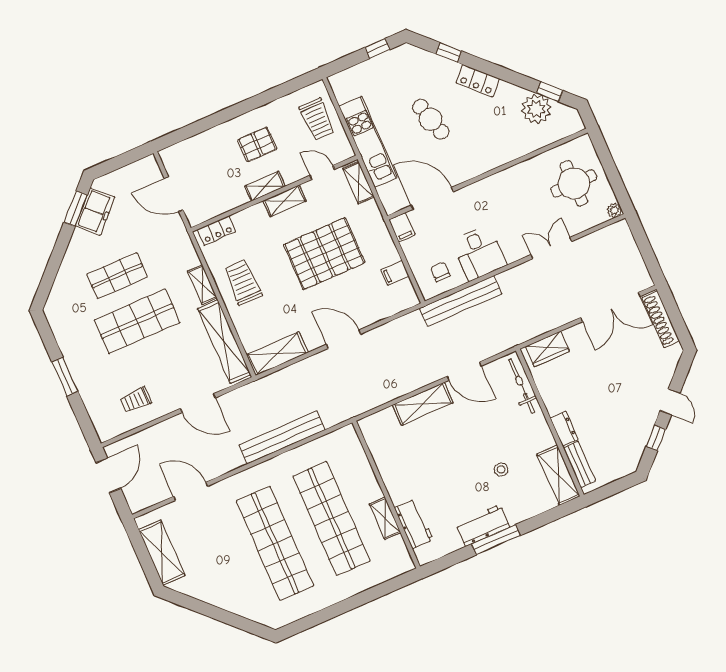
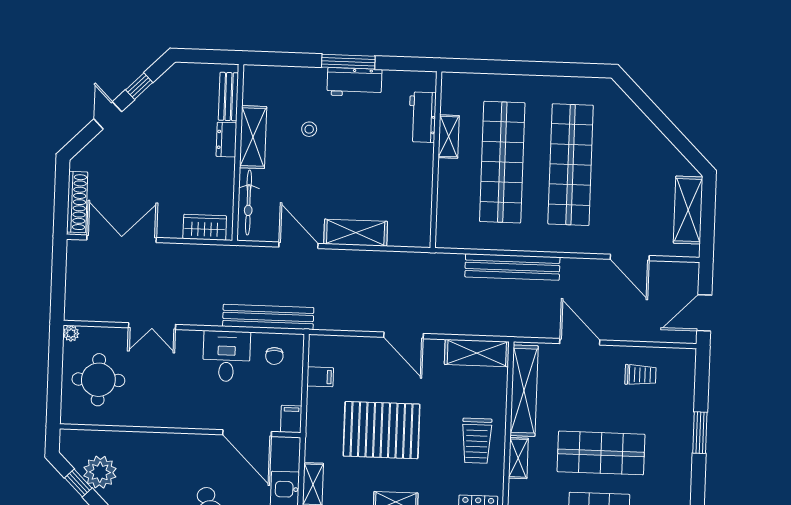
shelving: (559, 475) -> (253, 137), moved

